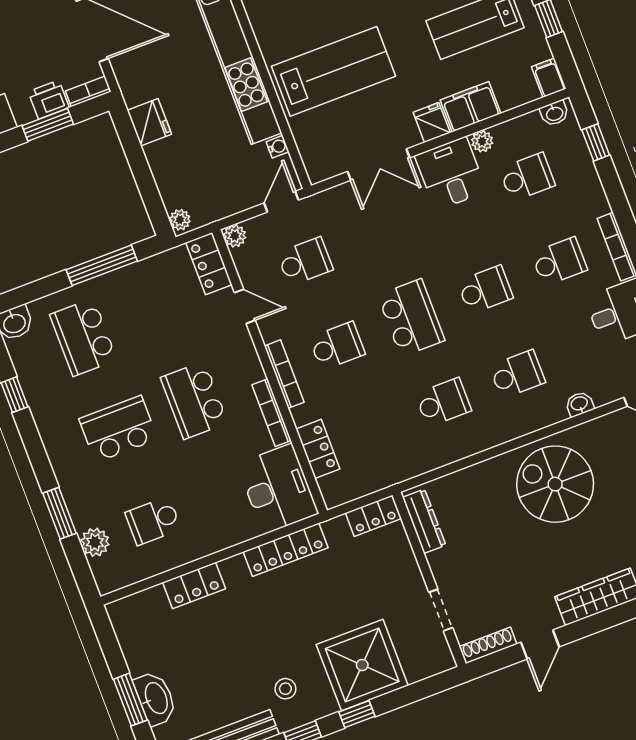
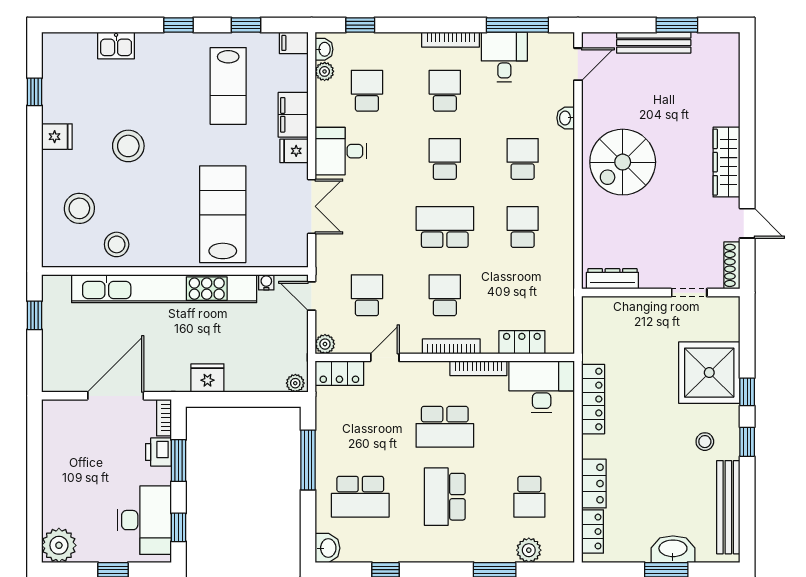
plant: (482, 141) -> (325, 71), moved
locker: (373, 516) -> (593, 532), moved

